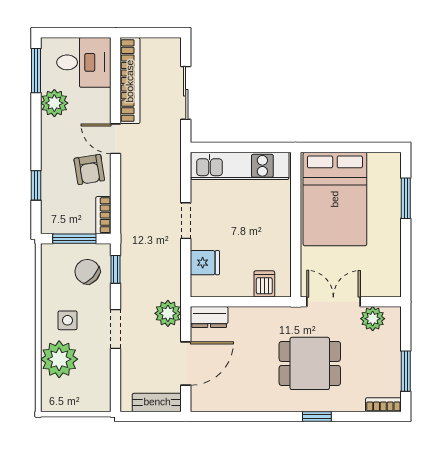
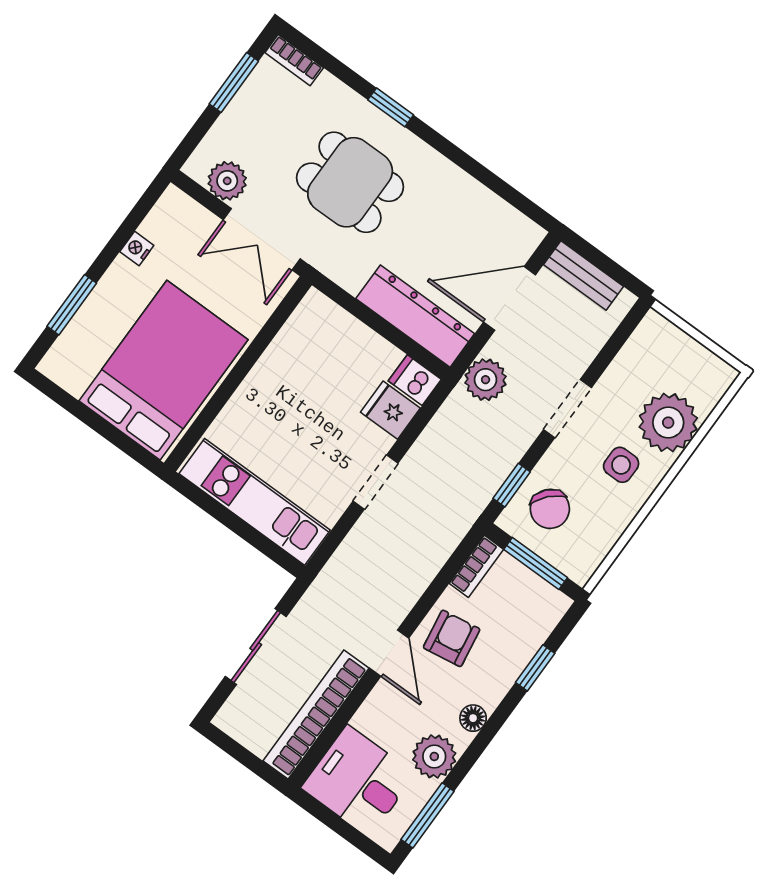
floor lamp: (49, 137) -> (473, 718), added
nightstand: (393, 251) -> (137, 248), added
dishwasher: (264, 284) -> (415, 380), moved, turned 90
dresser: (209, 317) -> (415, 316), width x1.96, depth x1.24

